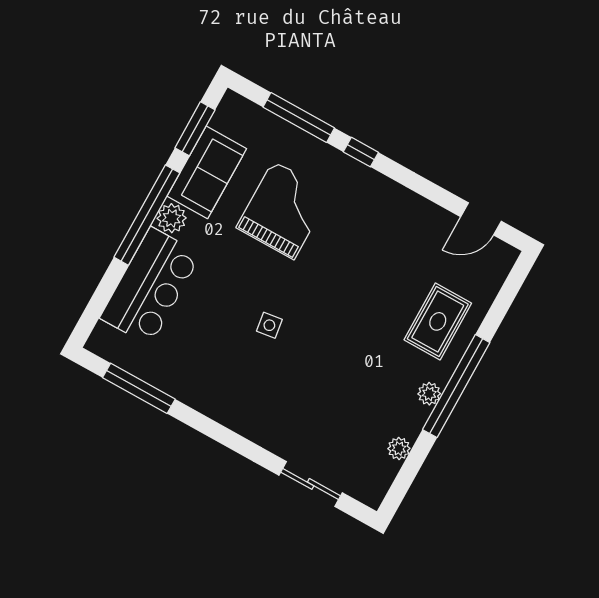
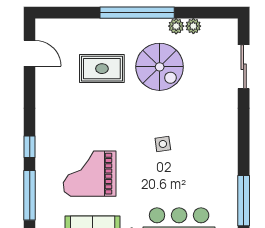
rug: (438, 321) -> (102, 69), moved
spiral stairs: (371, 376) -> (160, 67), added
plant: (429, 394) -> (176, 26), moved

